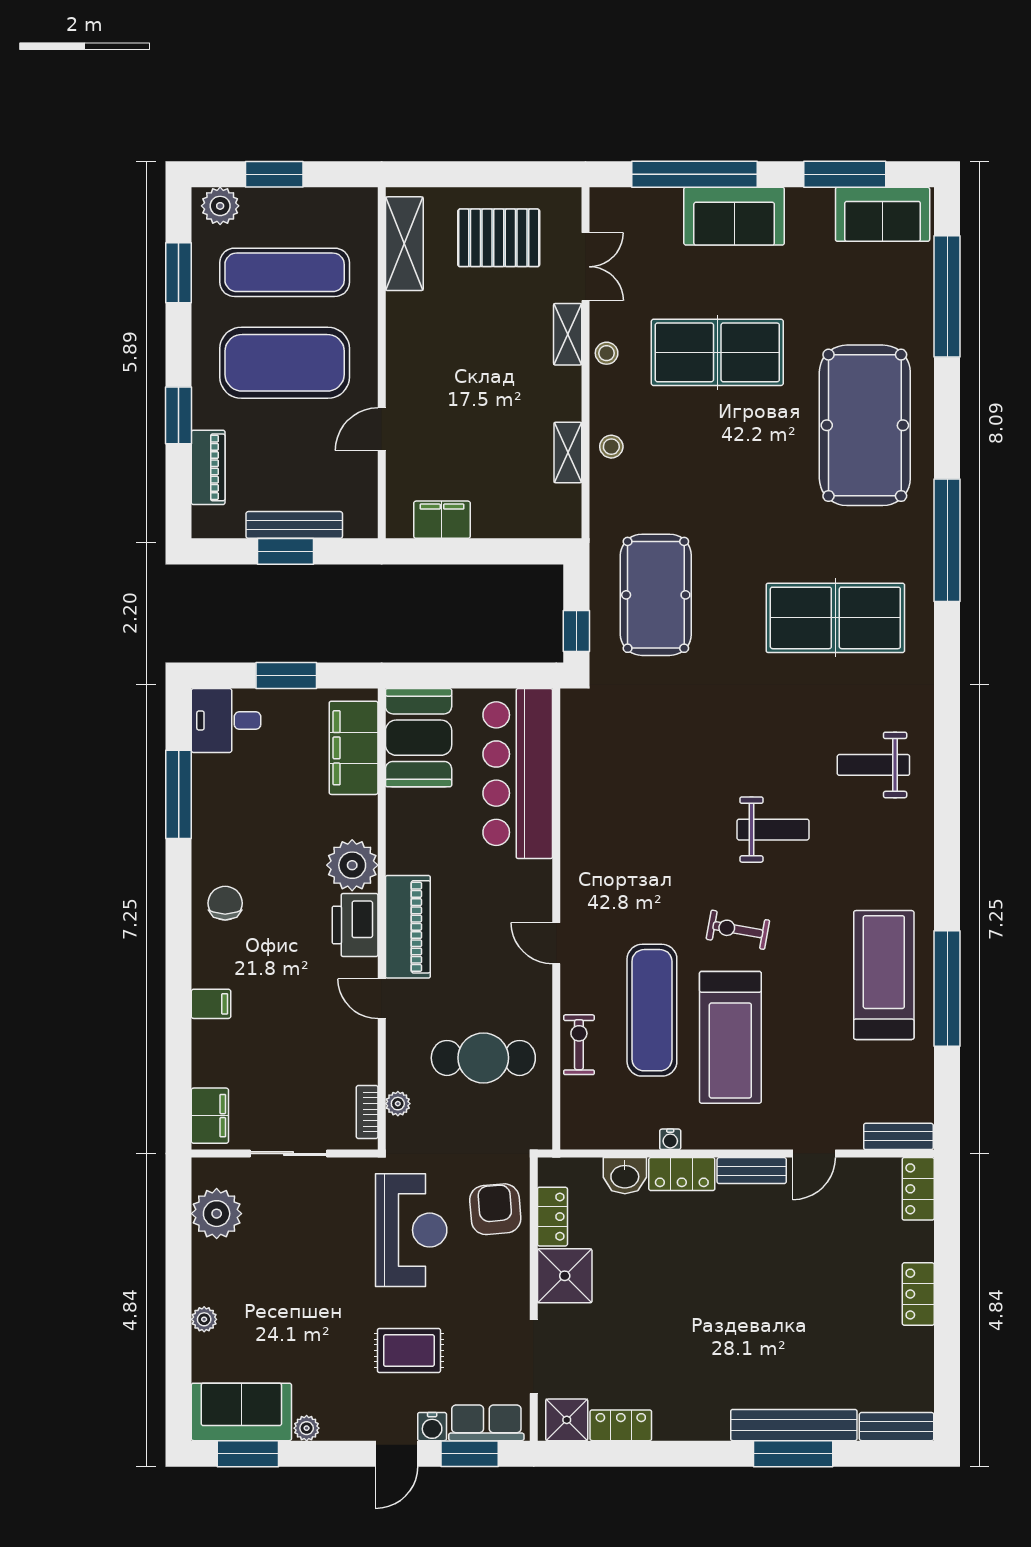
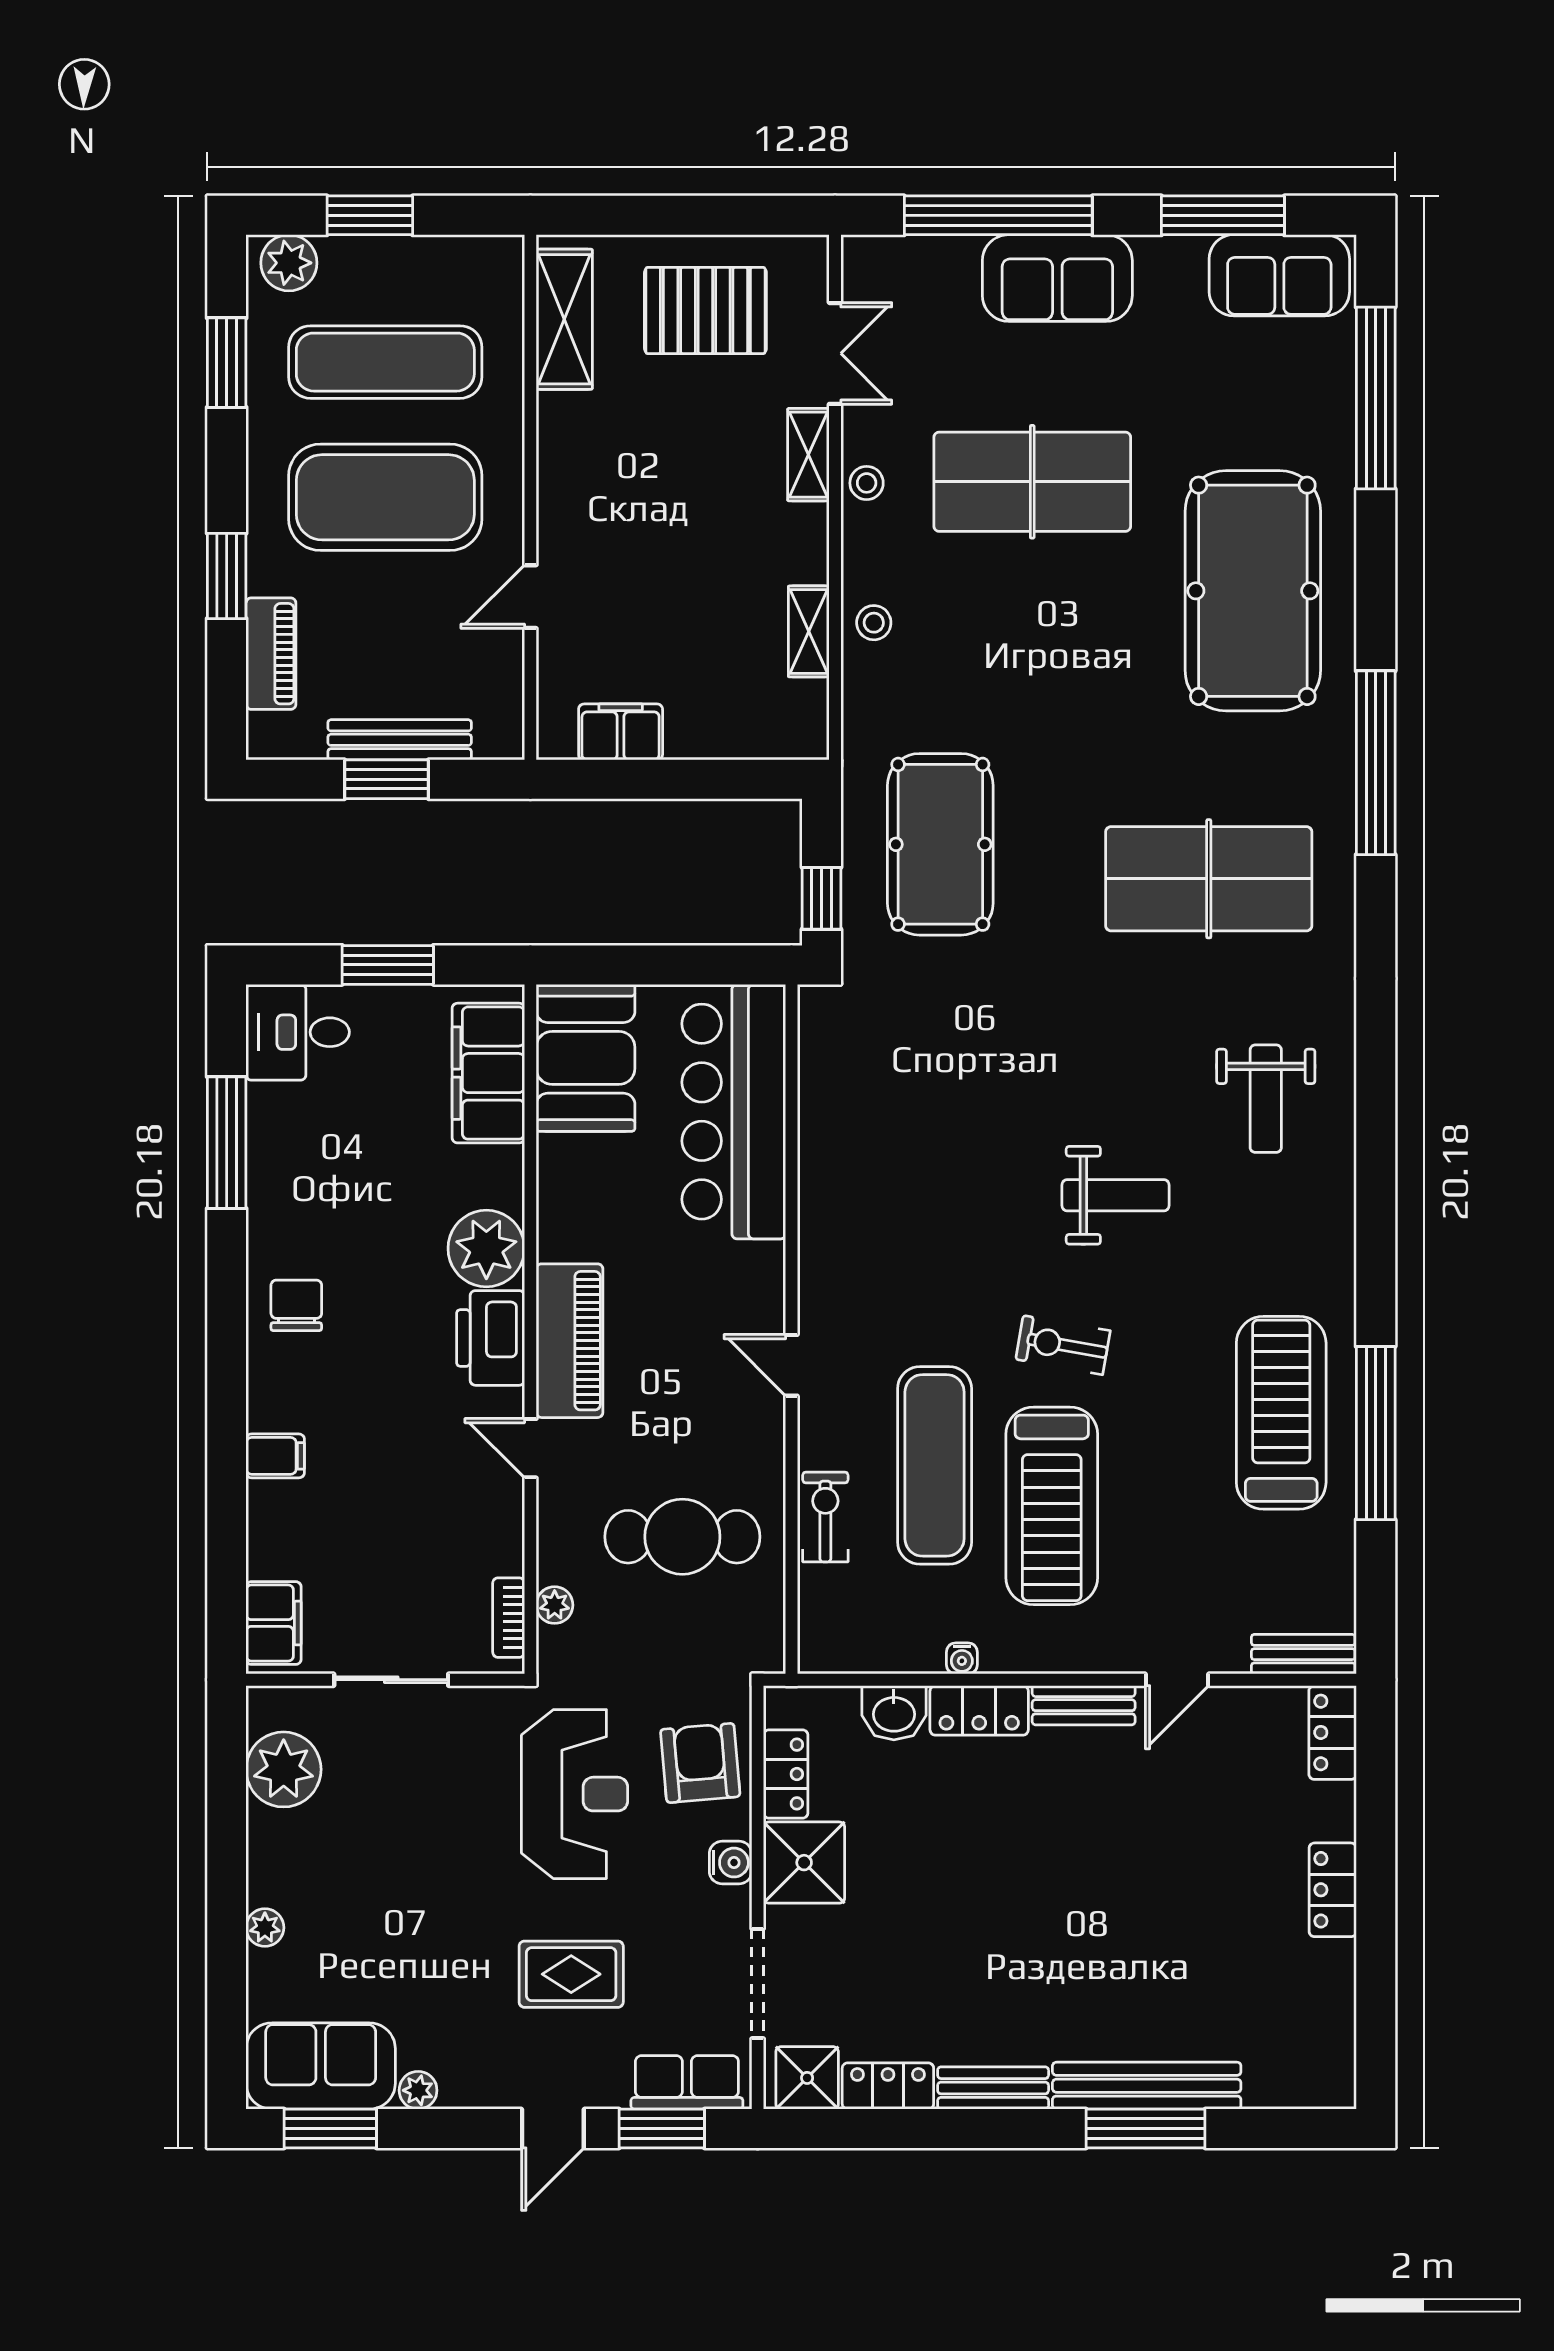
weight bench: (873, 765) -> (1266, 1099), turned -90
water cooler: (432, 1427) -> (731, 1863), moved, turned -90
bench: (897, 1427) -> (993, 2088), moved

